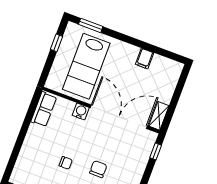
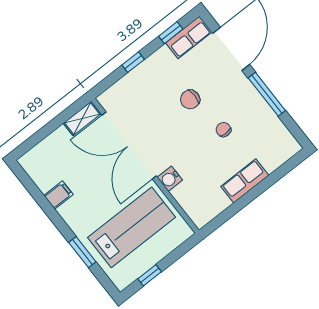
window: (91, 25) -> (82, 252), moved
row of seats: (44, 109) -> (245, 181), moved
window: (156, 151) -> (133, 62), moved

